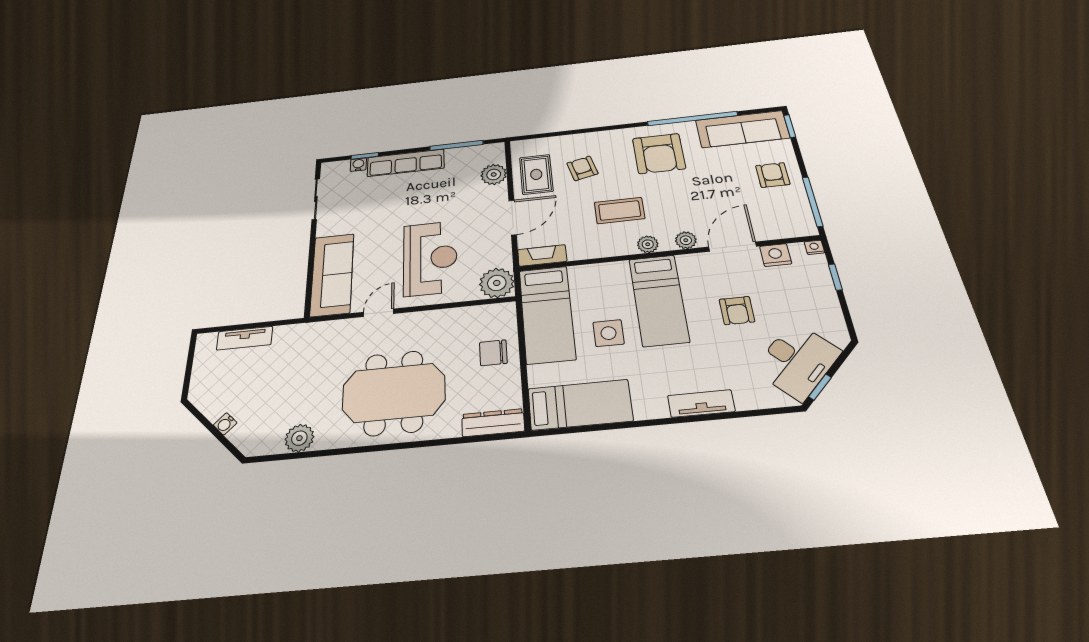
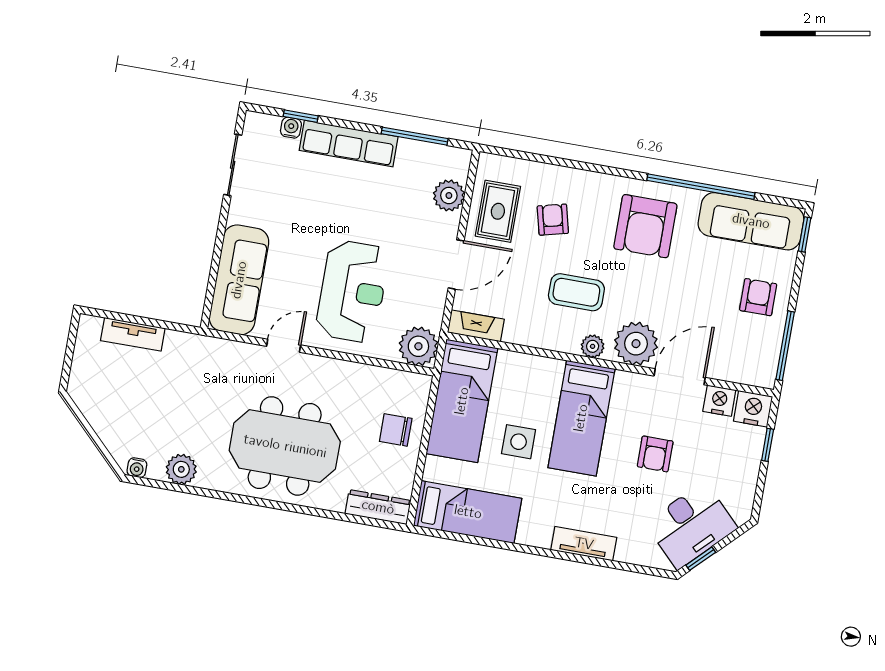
plant: (686, 240) -> (636, 344), width x1.88, depth x1.88
nightstand: (814, 247) -> (753, 409), width x1.89, depth x1.79
water cooler: (225, 424) -> (137, 468), moved, turned -45

